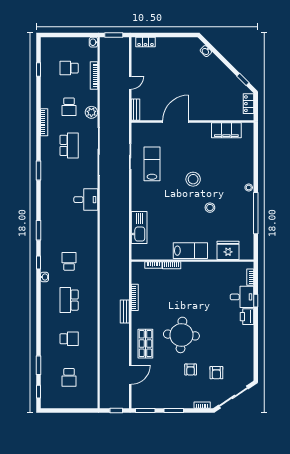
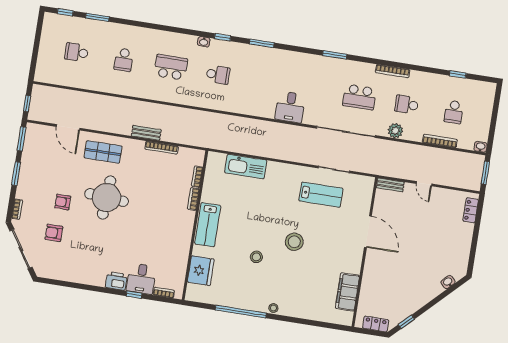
school desk: (69, 68) -> (454, 112), turned 180

